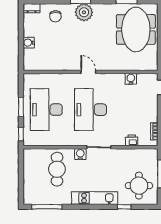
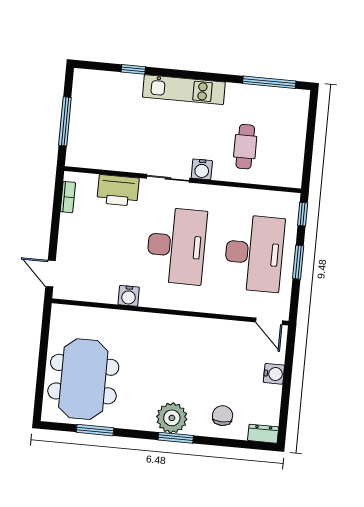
door: (88, 72) -> (269, 321), moved
water cooler: (131, 79) -> (129, 296), moved
printer: (132, 140) -> (118, 190), width x1.87, depth x1.48
cafe table: (57, 169) -> (245, 147), width x0.73, depth x0.74
round table: (139, 186) -> (104, 104), removed

